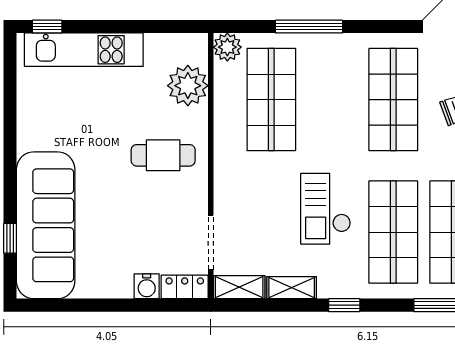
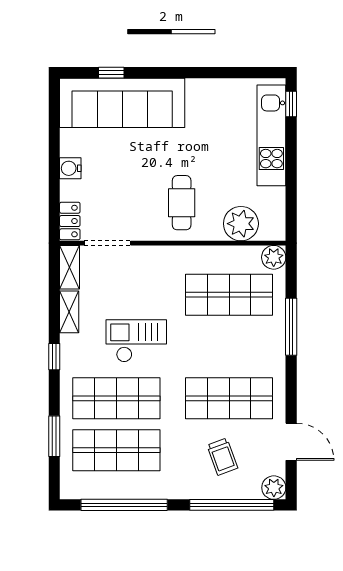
water cooler: (147, 286) -> (70, 168), moved

